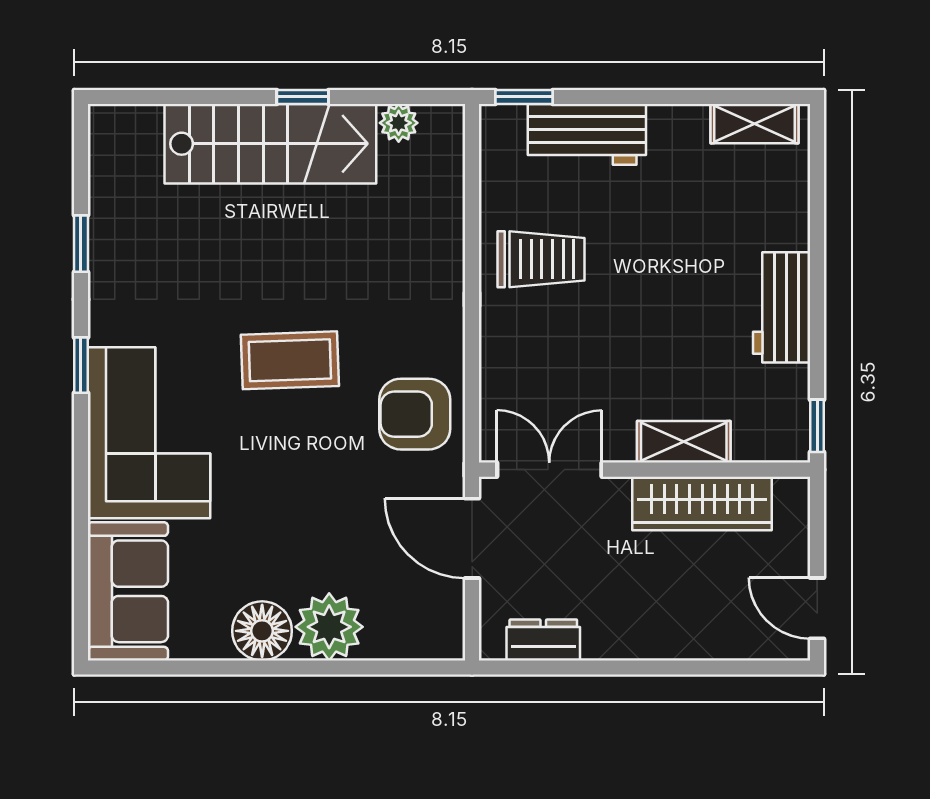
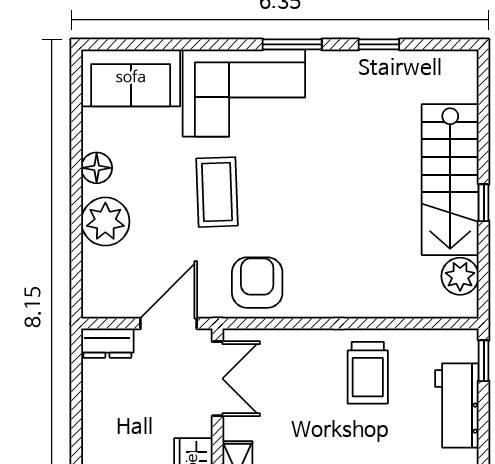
plant: (399, 123) -> (460, 276), width x1.38, depth x1.38
coffee table: (290, 360) -> (217, 192), moved
window: (81, 365) -> (292, 44), width x1.50
floor lamp: (262, 631) -> (97, 168), width x0.73, depth x0.73
dresser: (543, 640) -> (107, 343), moved, turned 90

